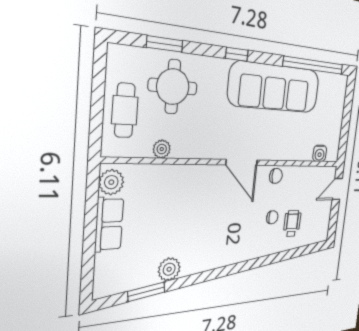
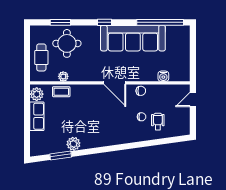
water cooler: (320, 153) -> (163, 76), moved
coffee table: (156, 177) -> (61, 92), added

